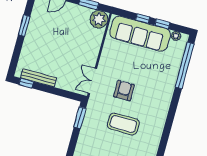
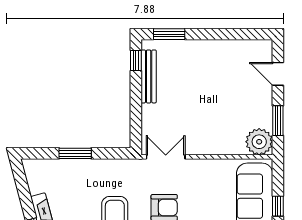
window: (24, 26) -> (169, 34), moved
window: (80, 118) -> (75, 153), moved

